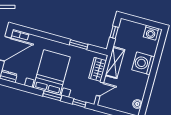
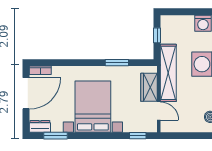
shelving: (115, 63) -> (168, 73), width x1.47
door: (100, 89) -> (159, 111), hinge flipped
window: (52, 96) -> (55, 136), moved

